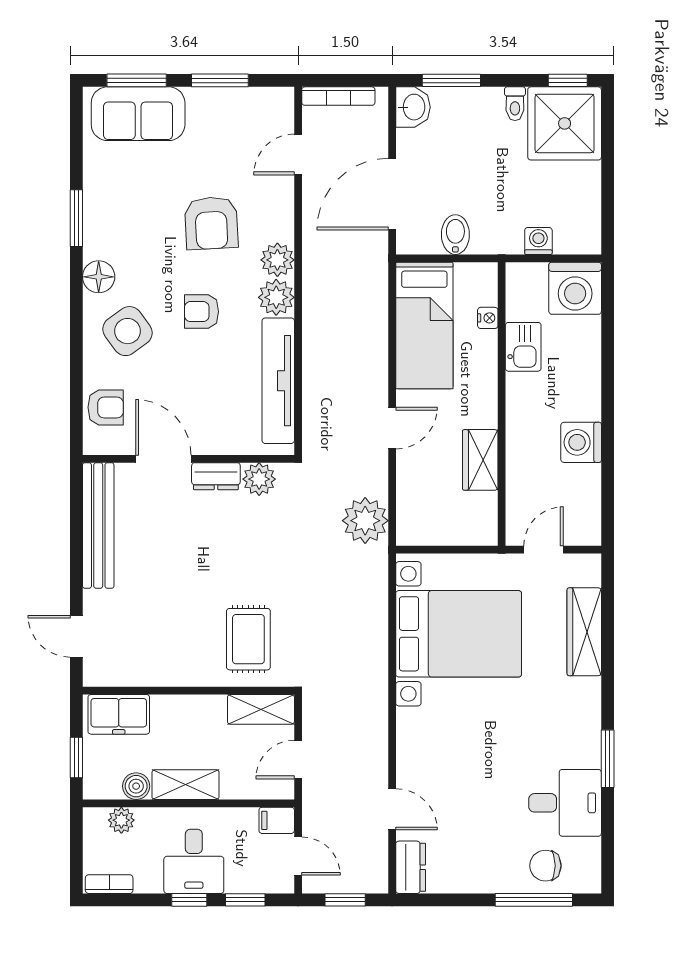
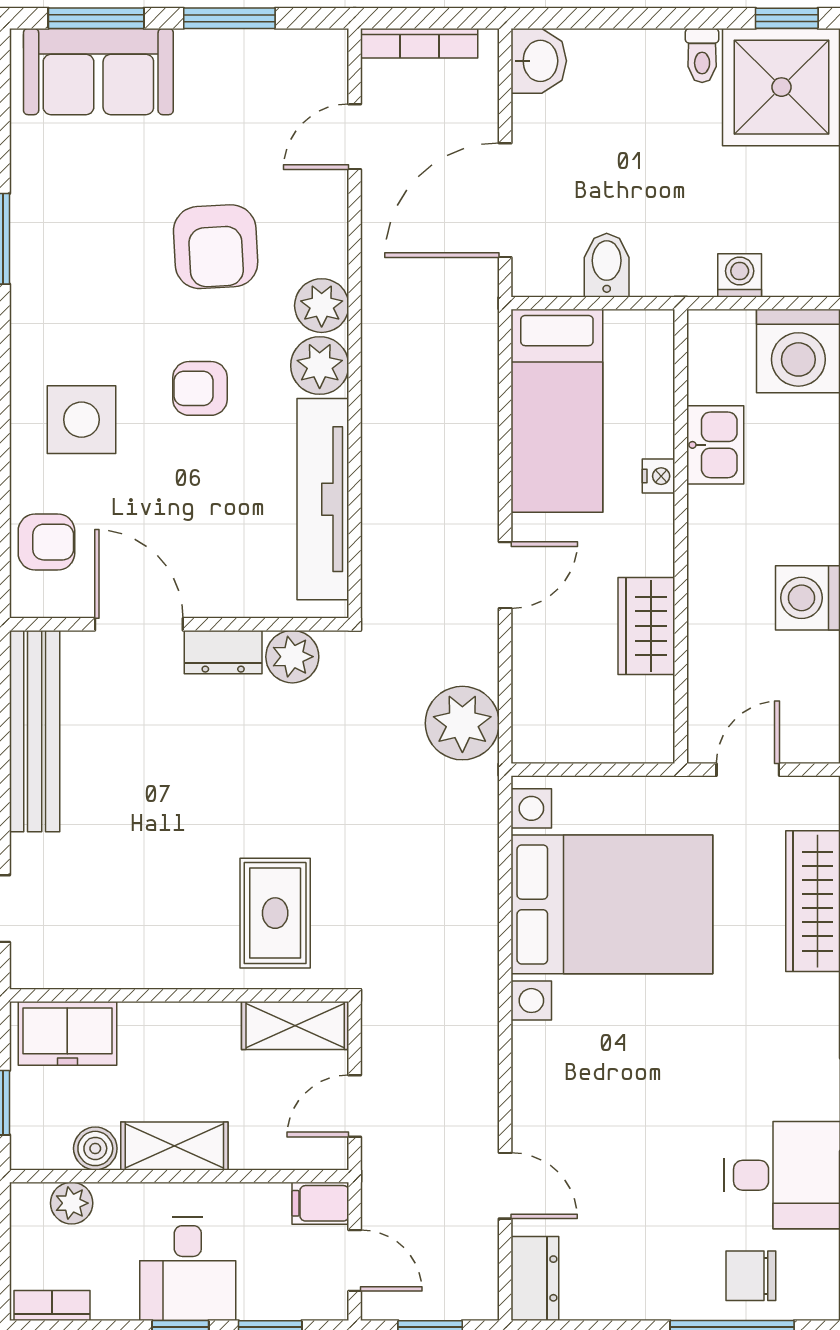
window: (451, 80) -> (600, 18), removed
floor lamp: (99, 277) -> (35, 333), removed
nightstand: (488, 318) -> (659, 476), moved
side table: (128, 331) -> (81, 420), turned 36

